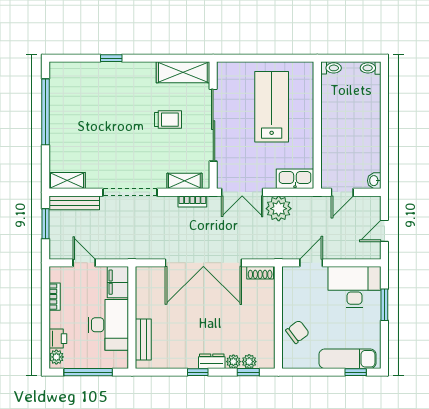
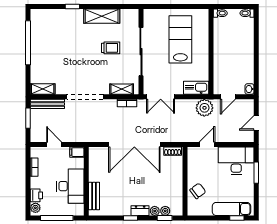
shelving: (183, 72) -> (102, 16), moved
plant: (279, 209) -> (204, 108), moved
filing cabinet: (118, 282) -> (77, 152), width x0.50

